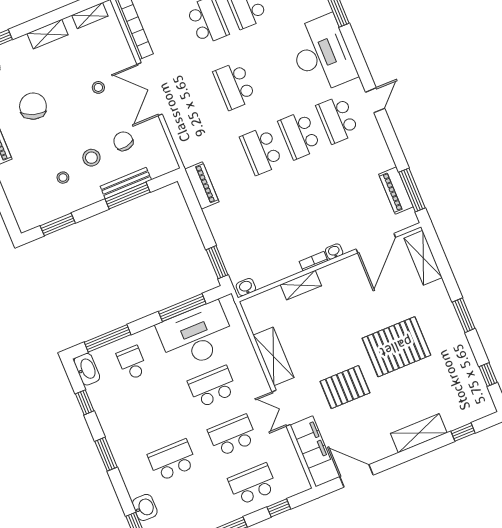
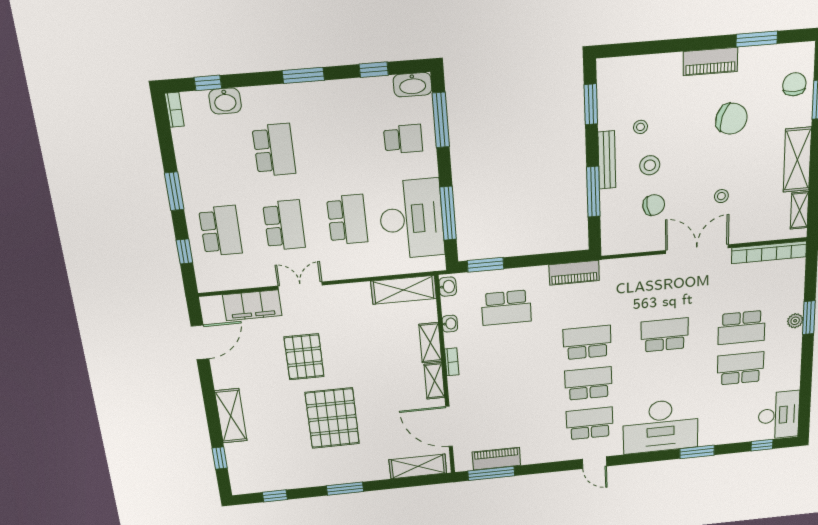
shelving: (48, 34) -> (797, 160), width x1.50, depth x1.33
bench: (126, 183) -> (607, 160), moved
school desk: (250, 232) -> (506, 308), added
washbasin: (334, 252) -> (450, 324), moved
shelving: (336, 270) -> (434, 381), added
shelving: (274, 356) -> (404, 290), moved

